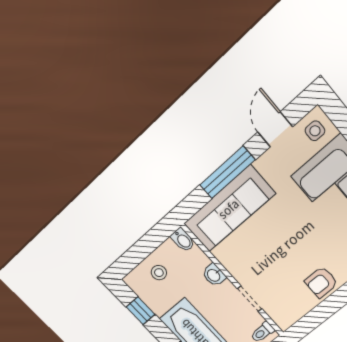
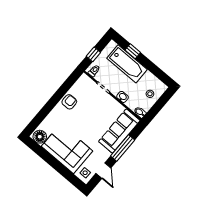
window: (141, 311) -> (157, 72), removed

